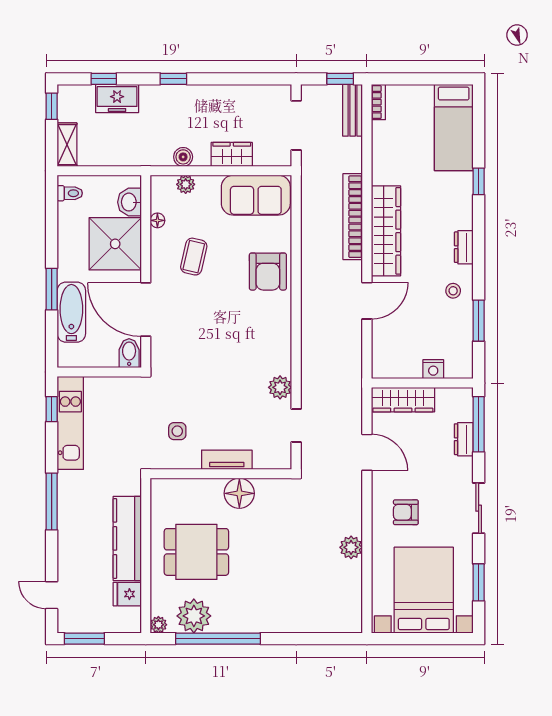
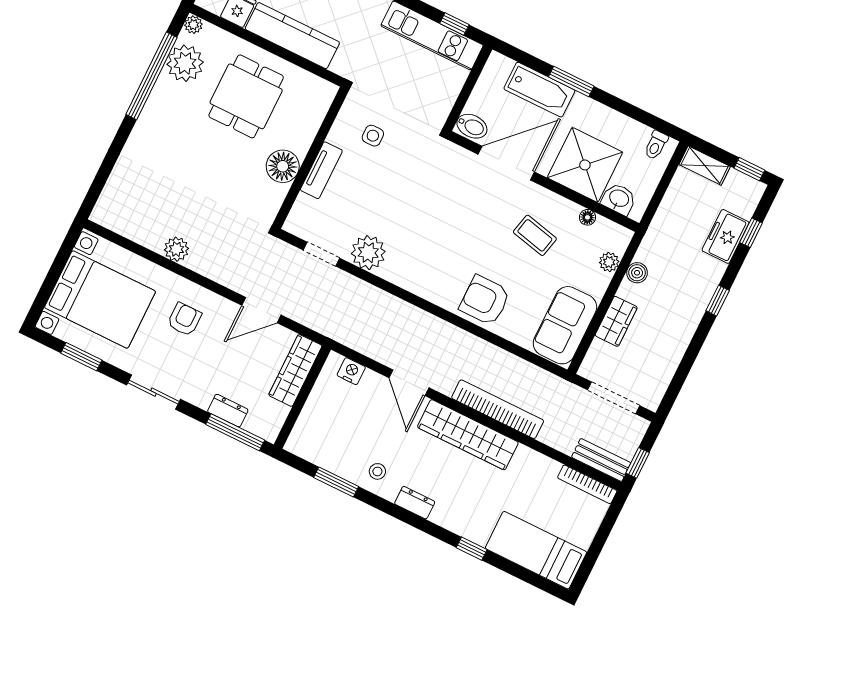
bookcase: (378, 102) -> (587, 484), width x1.56
nightstand: (433, 369) -> (351, 371), moved, turned 90
plant: (280, 387) -> (368, 253), width x1.36, depth x1.36

